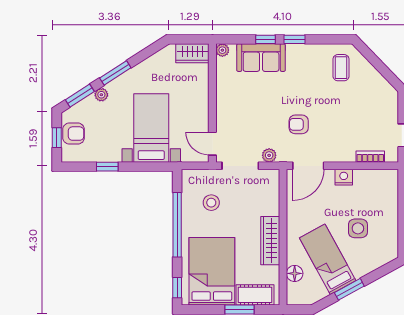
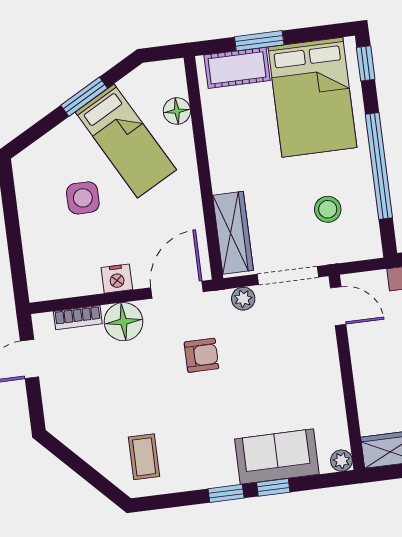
floor lamp: (343, 151) -> (123, 322), added
wardrobe: (270, 241) -> (233, 233), moved

